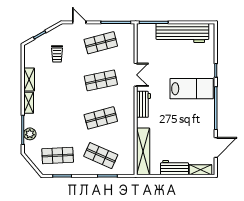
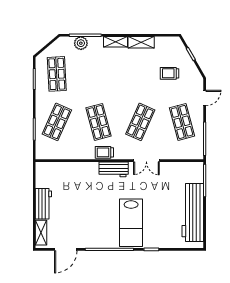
shop shelf: (101, 80) -> (140, 122), turned 36
trolley: (128, 113) -> (104, 152), added
door: (216, 148) -> (66, 249), hinge flipped
shelving: (143, 151) -> (61, 169), removed

